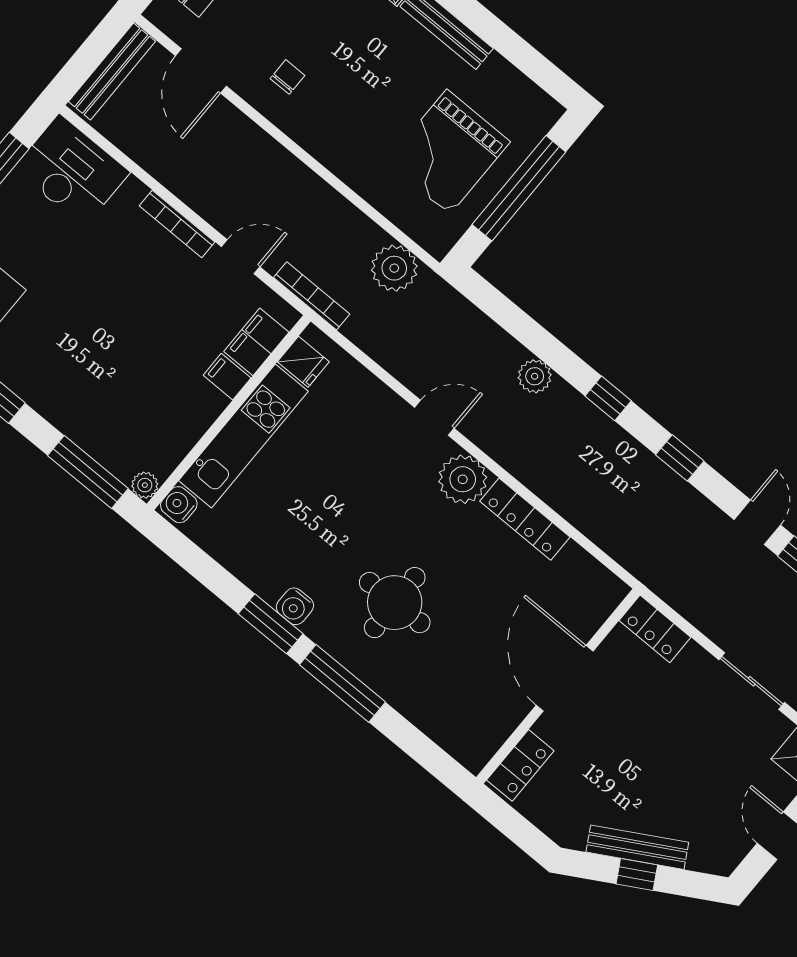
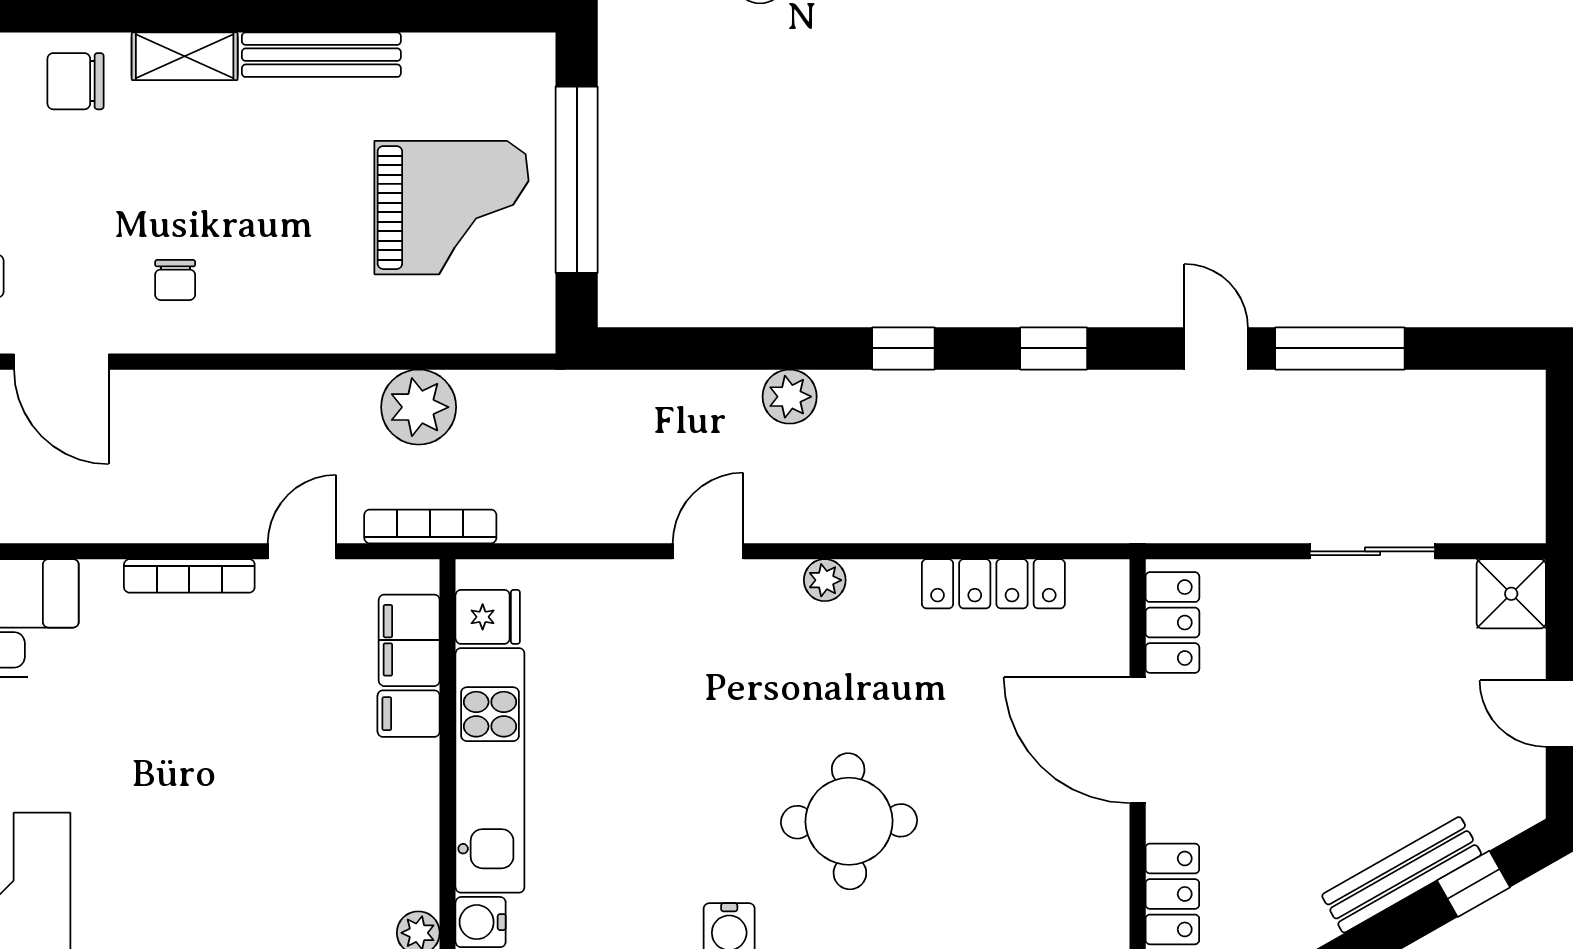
chair: (287, 77) -> (175, 280), turned 180
grand piano: (448, 152) -> (452, 208), turned -90
plant: (394, 268) -> (419, 407), moved
plant: (463, 479) -> (825, 580), width x0.53, depth x0.53
locker: (525, 519) -> (993, 584), moved
locker: (655, 629) -> (1172, 623), moved, turned -90
window: (637, 874) -> (1474, 884), moved

